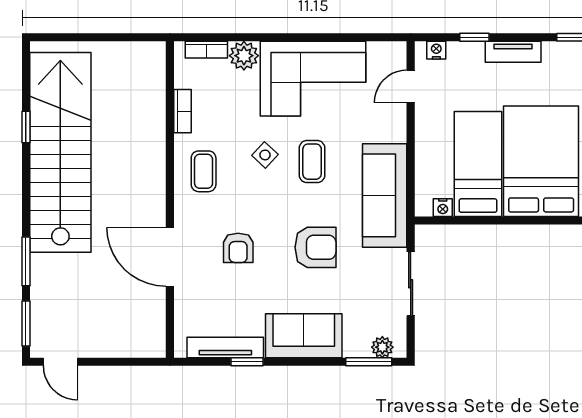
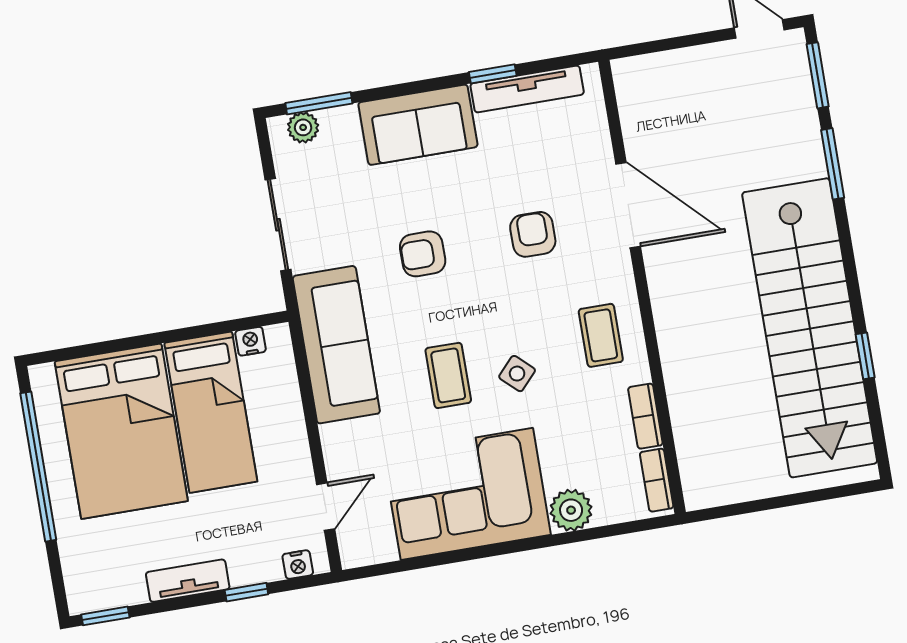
bookcase: (206, 50) -> (657, 480), moved, turned -90
armchair: (315, 247) -> (423, 254), width x0.72, depth x0.72

